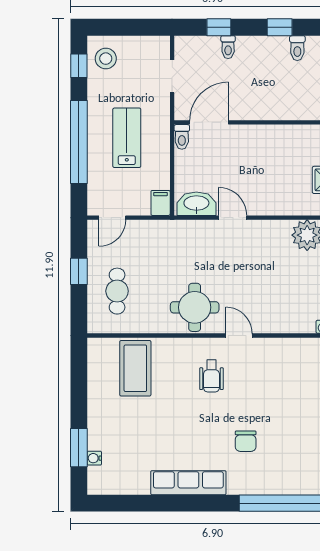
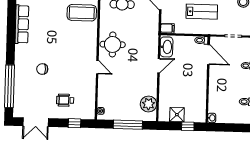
door: (239, 336) -> (97, 67), hinge flipped
wheelchair: (211, 376) -> (65, 100), moved
row of seats: (188, 483) -> (22, 24), moved

